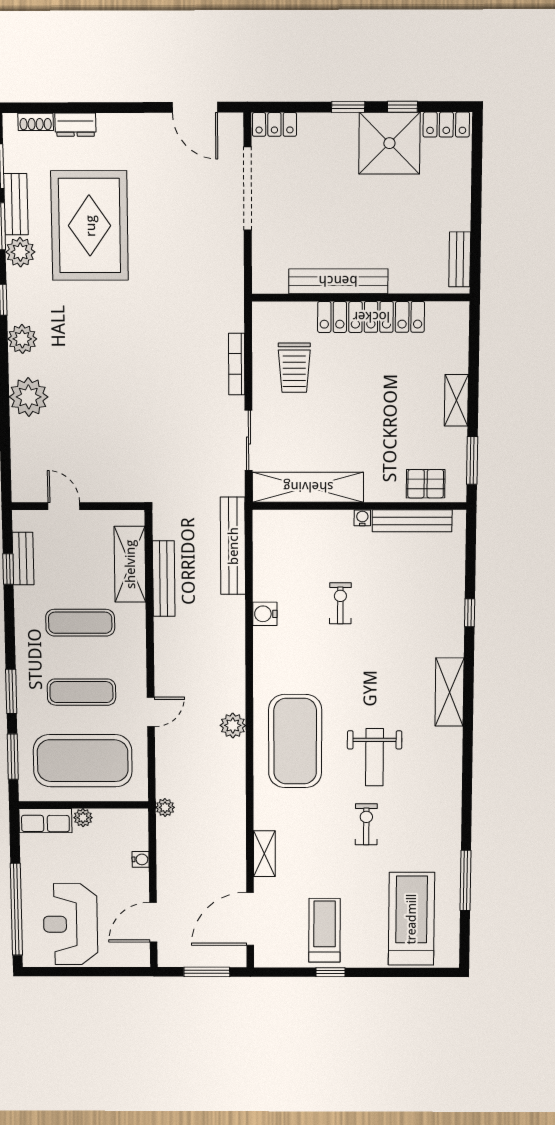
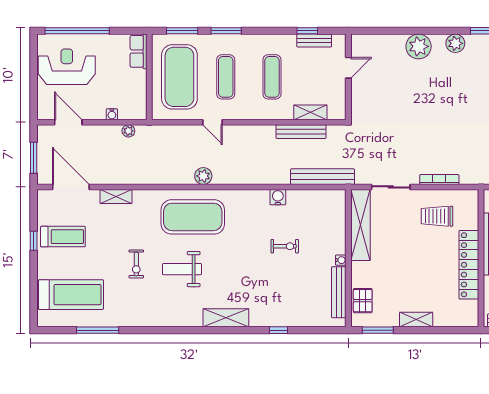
shelving: (130, 564) -> (310, 112), width x0.67, depth x0.75
plant: (165, 807) -> (128, 131), moved
plant: (83, 818) -> (141, 76), removed
exercise bike: (366, 824) -> (136, 264), turned 90

